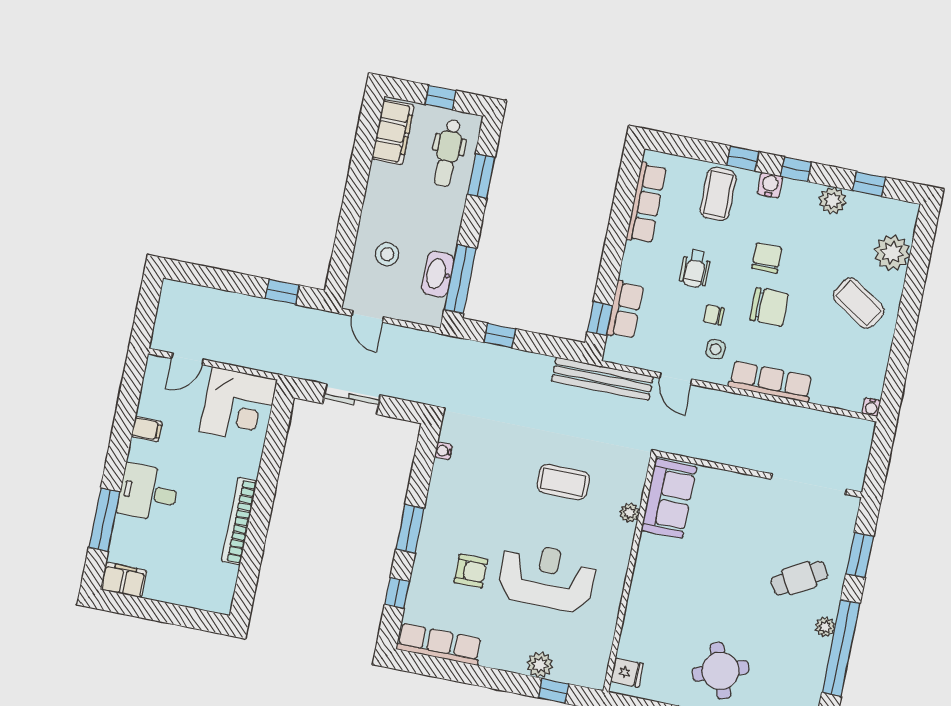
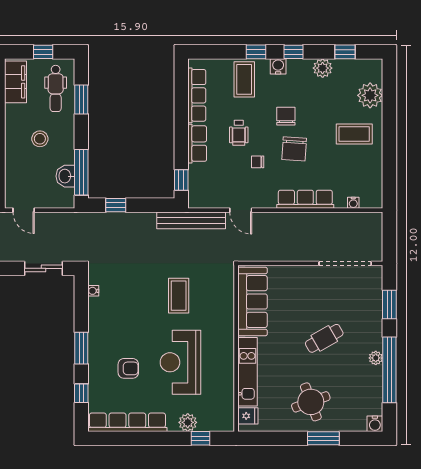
stool: (387, 254) -> (40, 139), moved
washbasin: (438, 274) -> (65, 176), width x0.72
coffee table: (859, 303) -> (354, 134), turned -33
chair: (769, 307) -> (294, 149), turned 94
row of seats: (625, 310) -> (197, 144), moved
side table: (716, 349) -> (264, 185), removed
sliding door: (352, 399) -> (43, 268), moved
water cooler: (871, 407) -> (353, 203), moved
coffee table: (563, 482) -> (179, 296), turned 90
sofa: (669, 499) -> (252, 302), width x1.36
plant: (629, 513) -> (228, 307), removed
reception desk: (547, 577) -> (180, 362), turned -90
cafe table: (799, 578) -> (324, 338), moved
kitchen unit: (639, 610) -> (248, 372), added
row of seats: (439, 644) -> (127, 422), width x1.36

